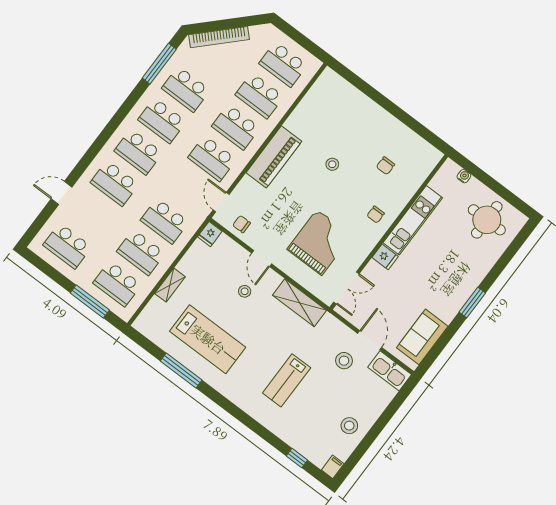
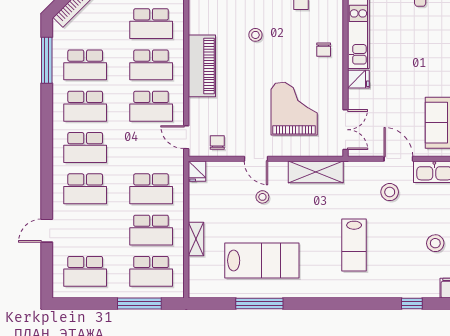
chair: (242, 224) -> (217, 143), turned 90

